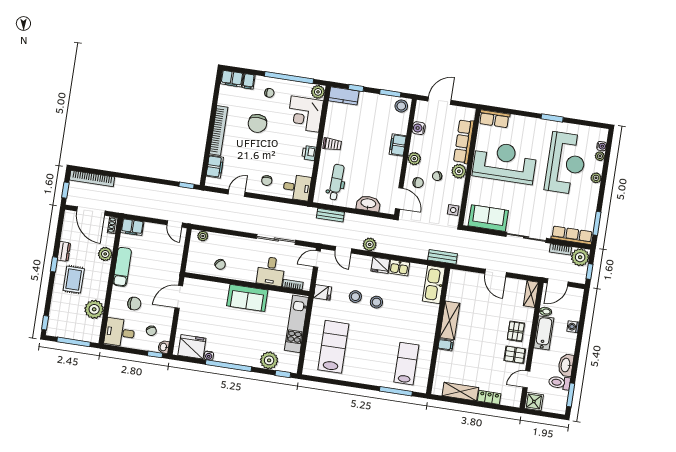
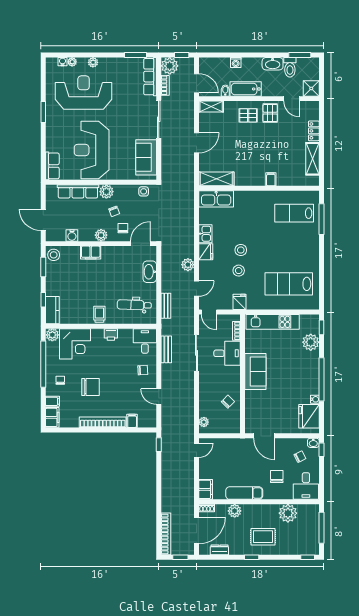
filing cabinet: (215, 167) -> (132, 421), width x0.50
dresser: (64, 251) -> (219, 550), moved
bench: (443, 257) -> (166, 349), moved
shelving: (450, 320) -> (216, 179), moved

